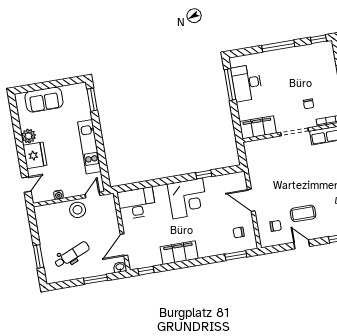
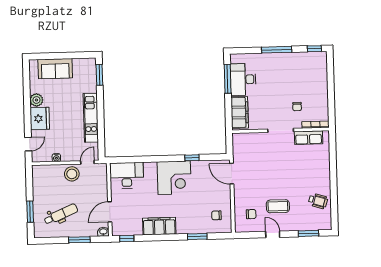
filing cabinet: (258, 127) -> (240, 112), moved, turned 90
door: (251, 200) -> (232, 174), moved
window: (236, 256) -> (197, 237), moved

